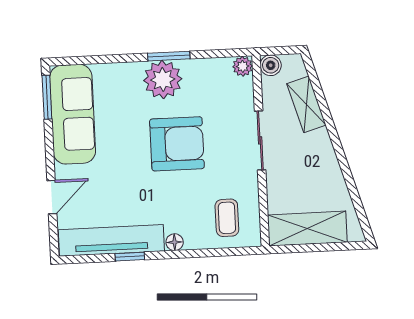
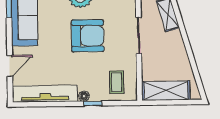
window: (130, 257) -> (93, 103), moved

